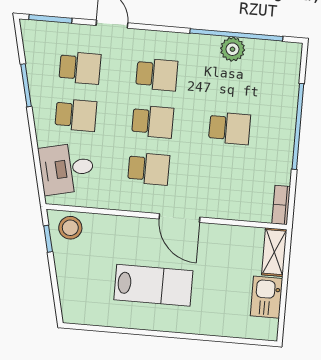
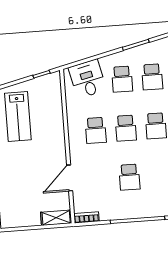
door: (179, 218) -> (70, 178), moved
stool: (70, 228) -> (51, 87), removed
lab bench: (153, 285) -> (18, 117), moved
kitchen sink: (266, 297) -> (27, 217), removed

